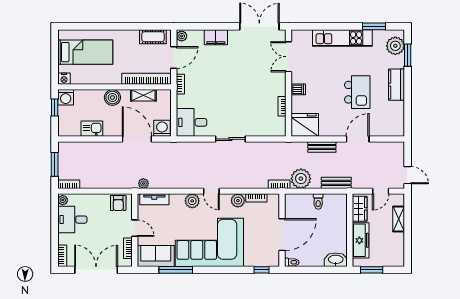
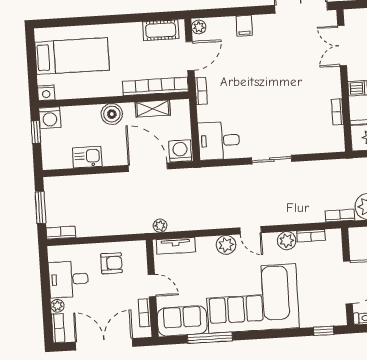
filing cabinet: (216, 37) -> (244, 26), width x0.50
plant: (63, 200) -> (57, 306), moved
armchair: (118, 203) -> (111, 263), moved, turned -90

